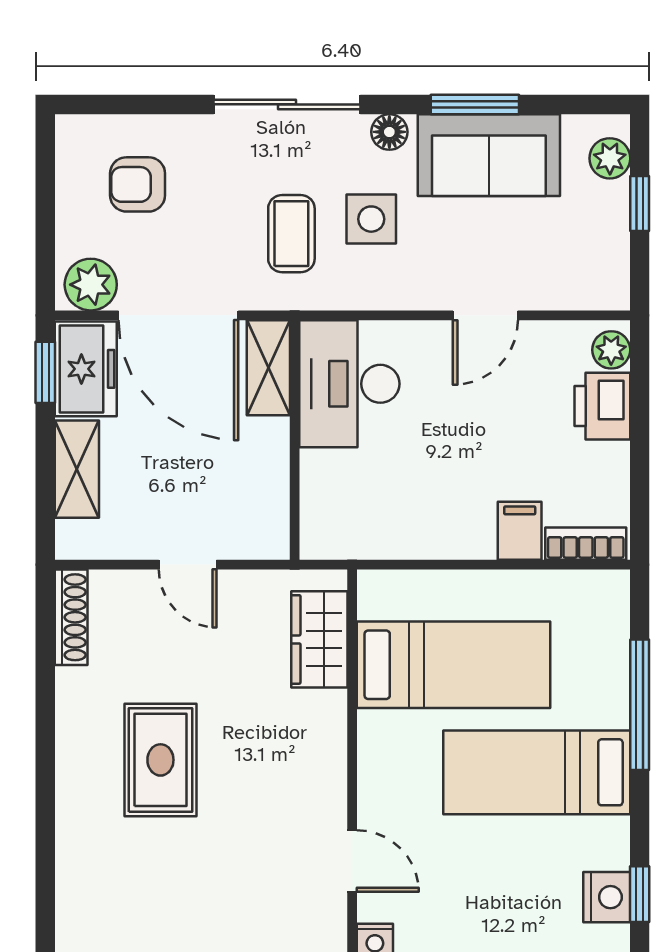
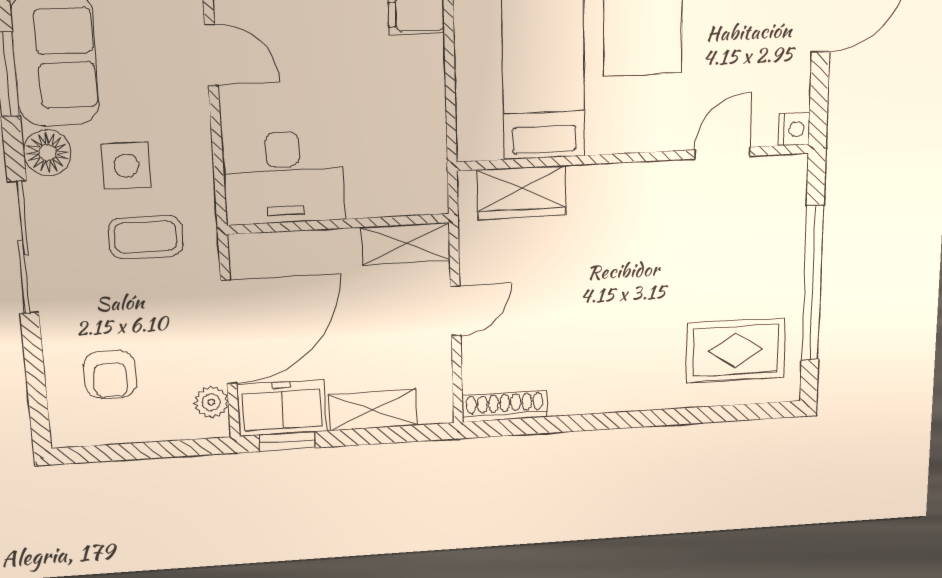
floor lamp: (389, 132) -> (47, 153), width x1.37, depth x1.37
plant: (91, 285) -> (211, 402), width x0.73, depth x0.73
shelving: (268, 368) -> (406, 244), moved
rug: (160, 760) -> (736, 350), moved

